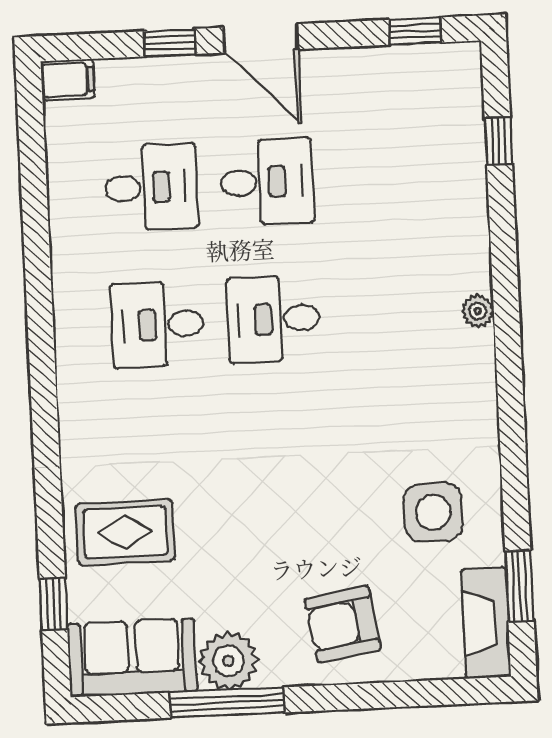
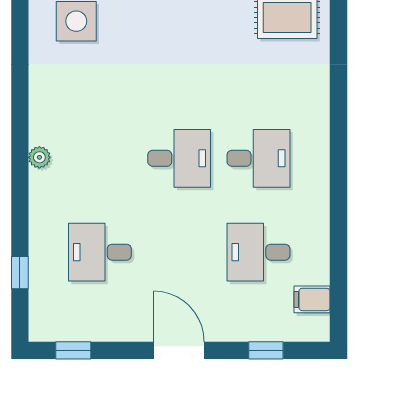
window: (170, 43) -> (266, 350), moved
filing cabinet: (68, 80) -> (312, 299), moved
desk: (267, 182) -> (100, 252), moved

